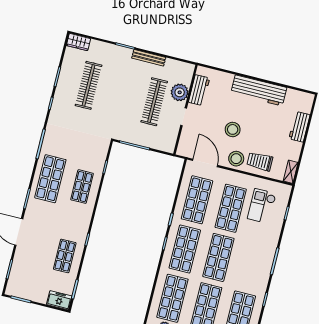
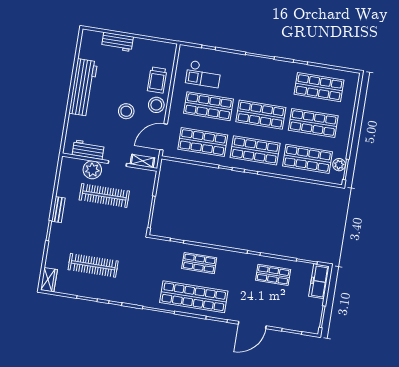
bench: (149, 58) -> (58, 210), width x0.73
shelving: (291, 172) -> (142, 161), moved
shop shelf: (50, 179) -> (194, 297), width x1.40
freezer: (59, 300) -> (319, 281), width x1.40

